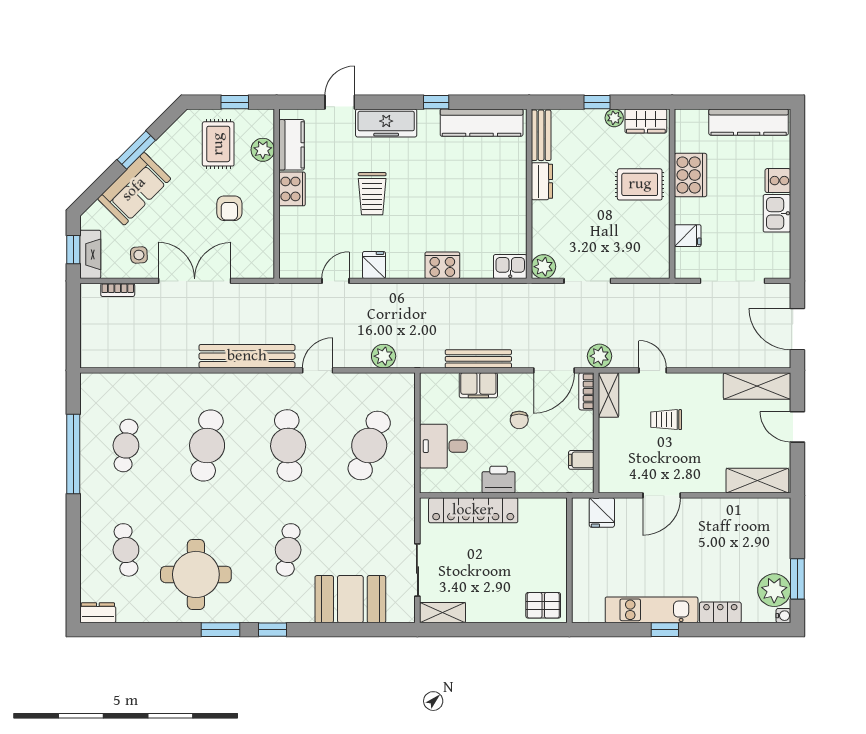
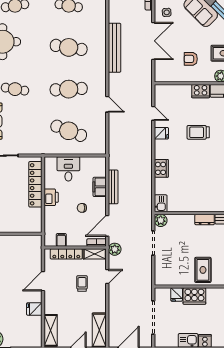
cooker: (691, 175) -> (194, 296), moved
bench: (247, 356) -> (115, 48), moved
plant: (384, 356) -> (115, 138), removed
door: (554, 370) -> (107, 226), hinge flipped
locker: (609, 450) -> (66, 254), added
door: (662, 495) -> (43, 281), hinge flipped
fridge: (602, 513) -> (34, 309), moved

